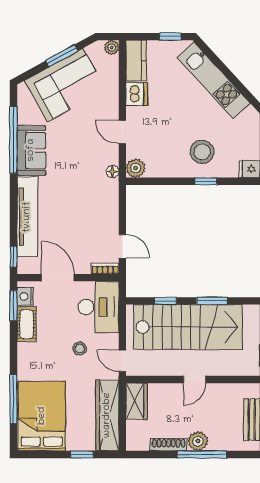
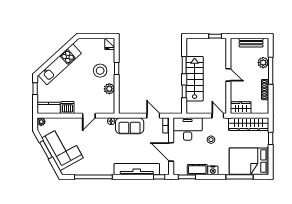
sofa: (31, 150) -> (130, 126), moved, turned 180
plant: (136, 168) -> (109, 89), moved
door: (122, 246) -> (153, 116), hinge flipped
door: (58, 278) -> (171, 152), hinge flipped
nightstand: (25, 296) -> (213, 170), moved
stairs: (188, 327) -> (195, 79), width x0.73, depth x0.66
door: (122, 361) -> (218, 116), swing flipped
plant: (198, 441) -> (263, 63), moved

